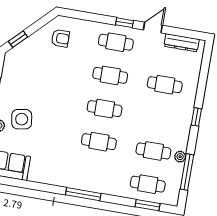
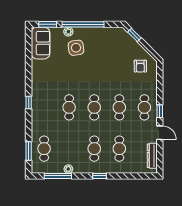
cafe table: (153, 151) -> (94, 149), moved
window: (83, 194) -> (29, 103), width x0.46

